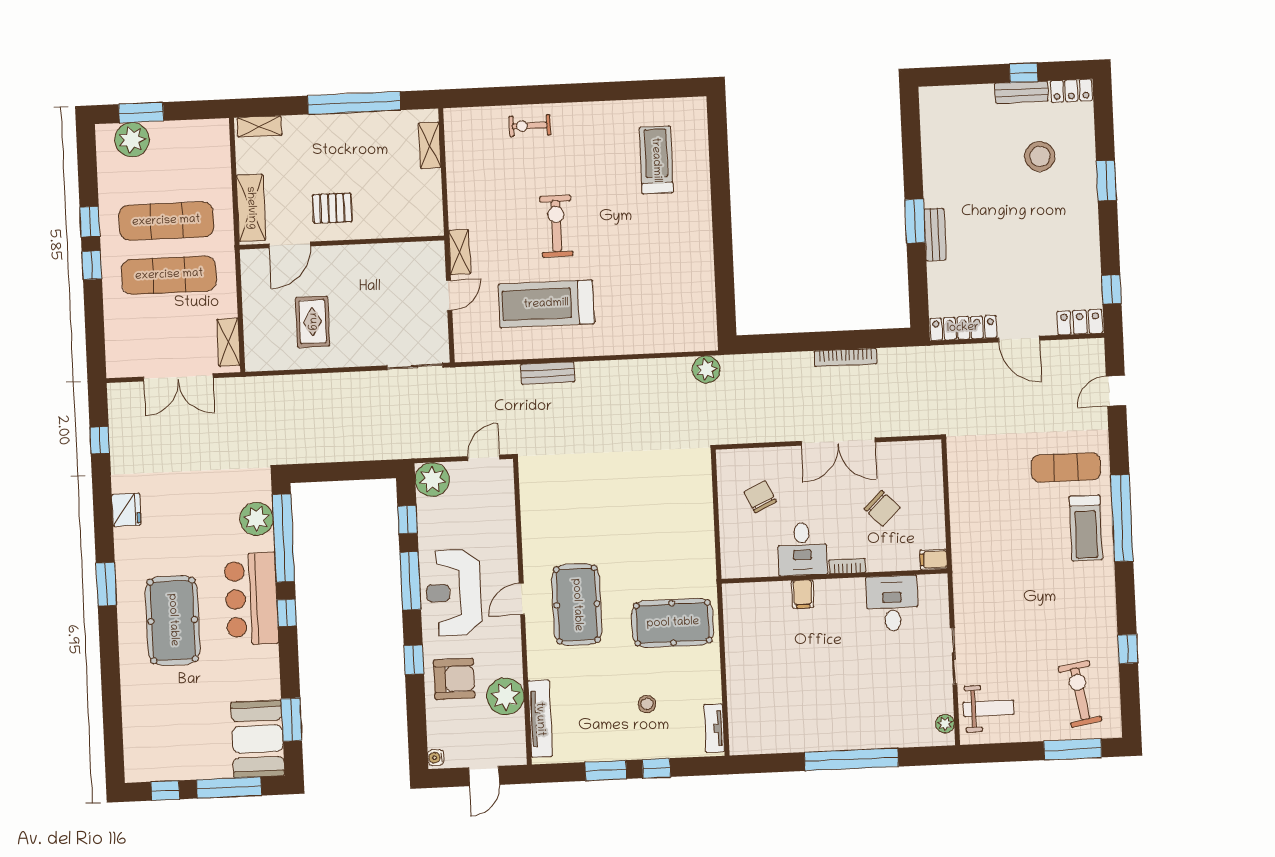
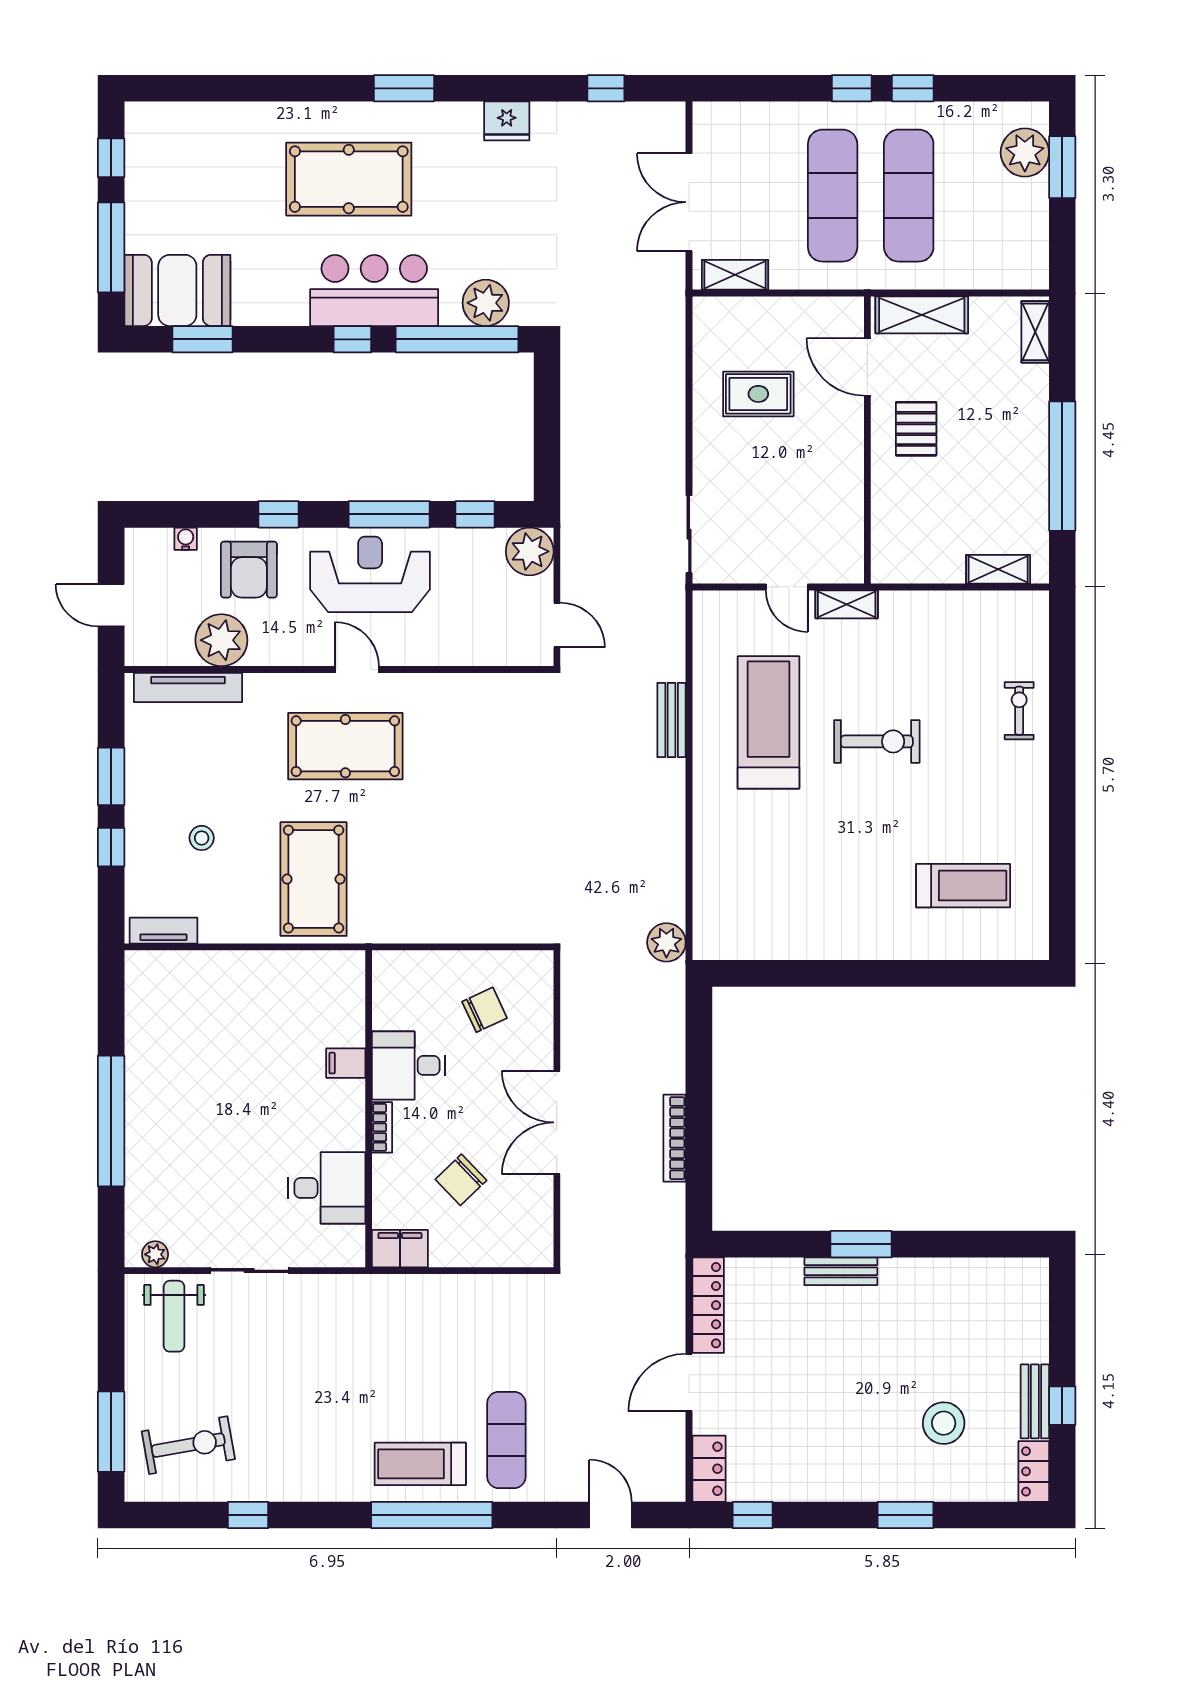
filing cabinet: (934, 559) -> (400, 1249), width x2.00
water cooler: (436, 758) -> (186, 539), moved

